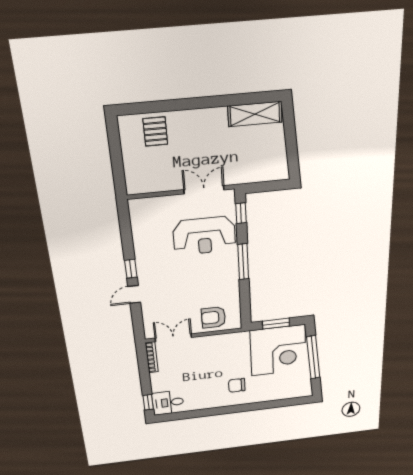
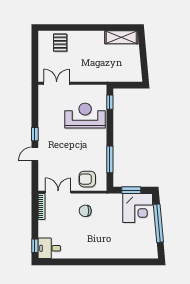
double door: (204, 190) -> (57, 83), moved
reception desk: (204, 236) -> (85, 116), turned 180
window: (243, 262) -> (110, 159), moved
corner desk: (278, 350) -> (138, 208), width x0.74, depth x0.74
chair: (237, 385) -> (85, 211), moved

